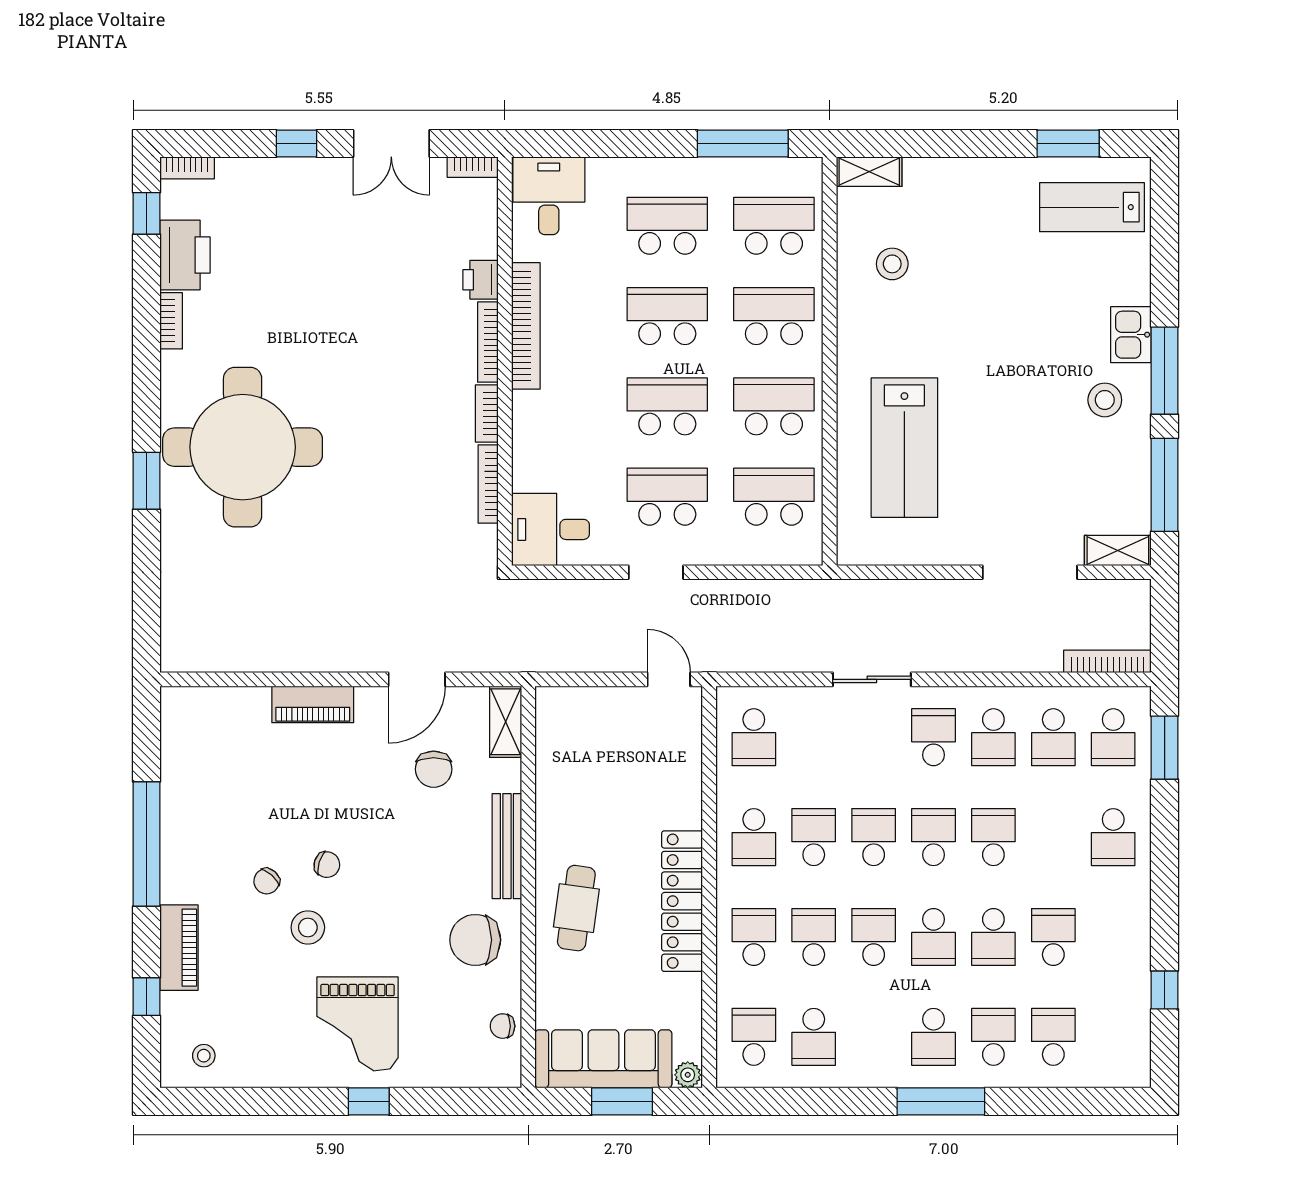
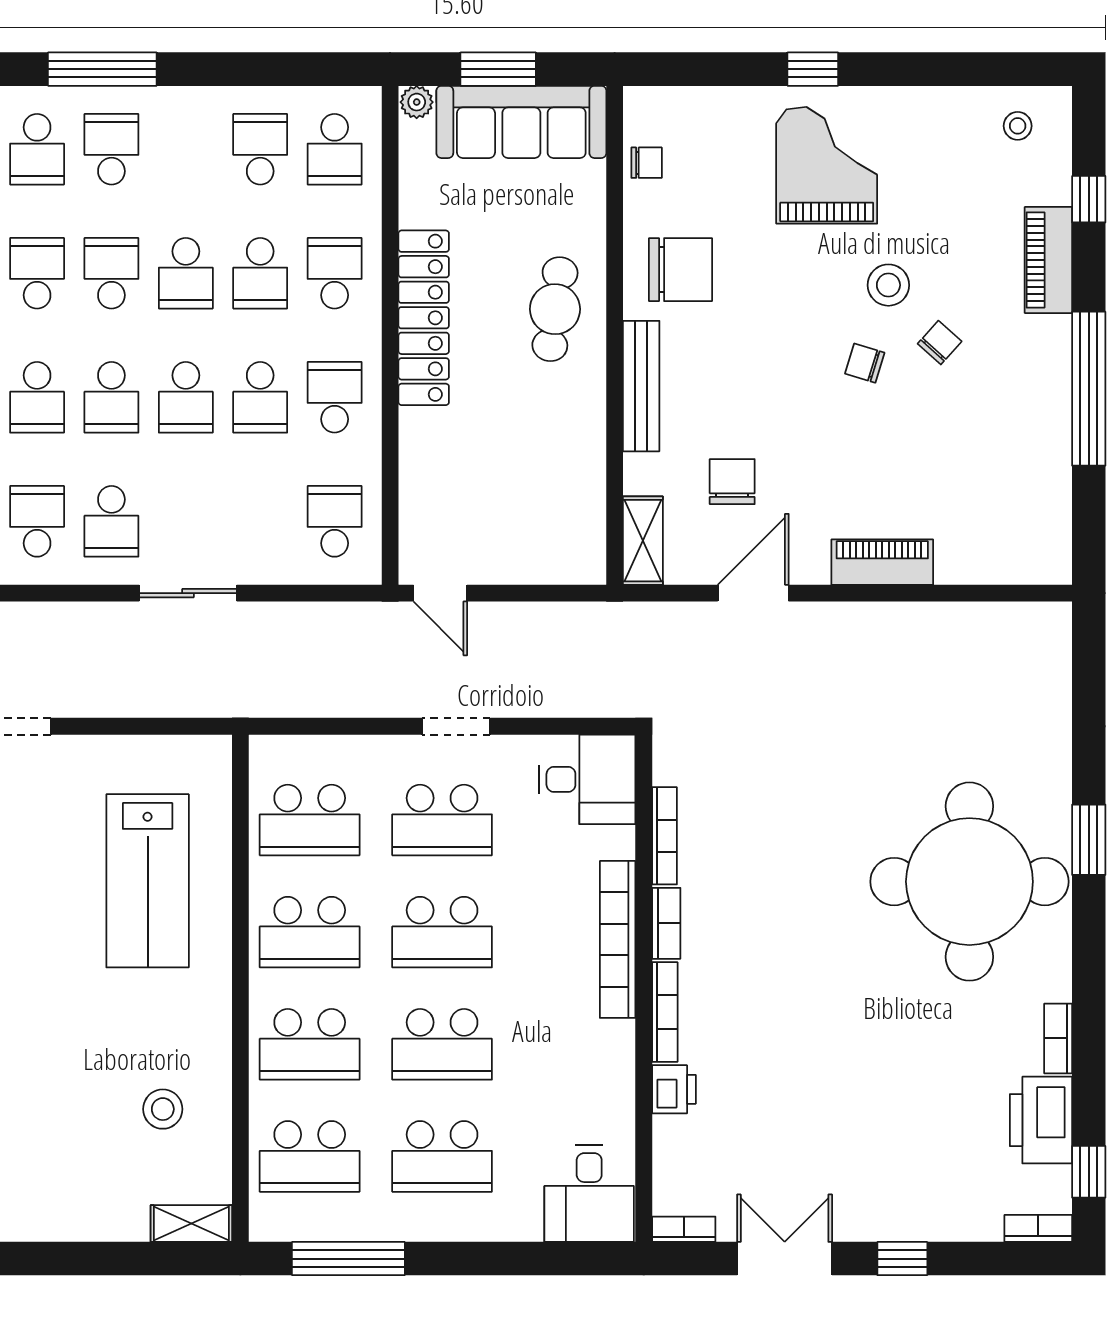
bookcase: (526, 326) -> (618, 939), moved
lab bench: (904, 448) -> (148, 881), turned 180
school desk: (754, 937) -> (335, 273), turned 180

